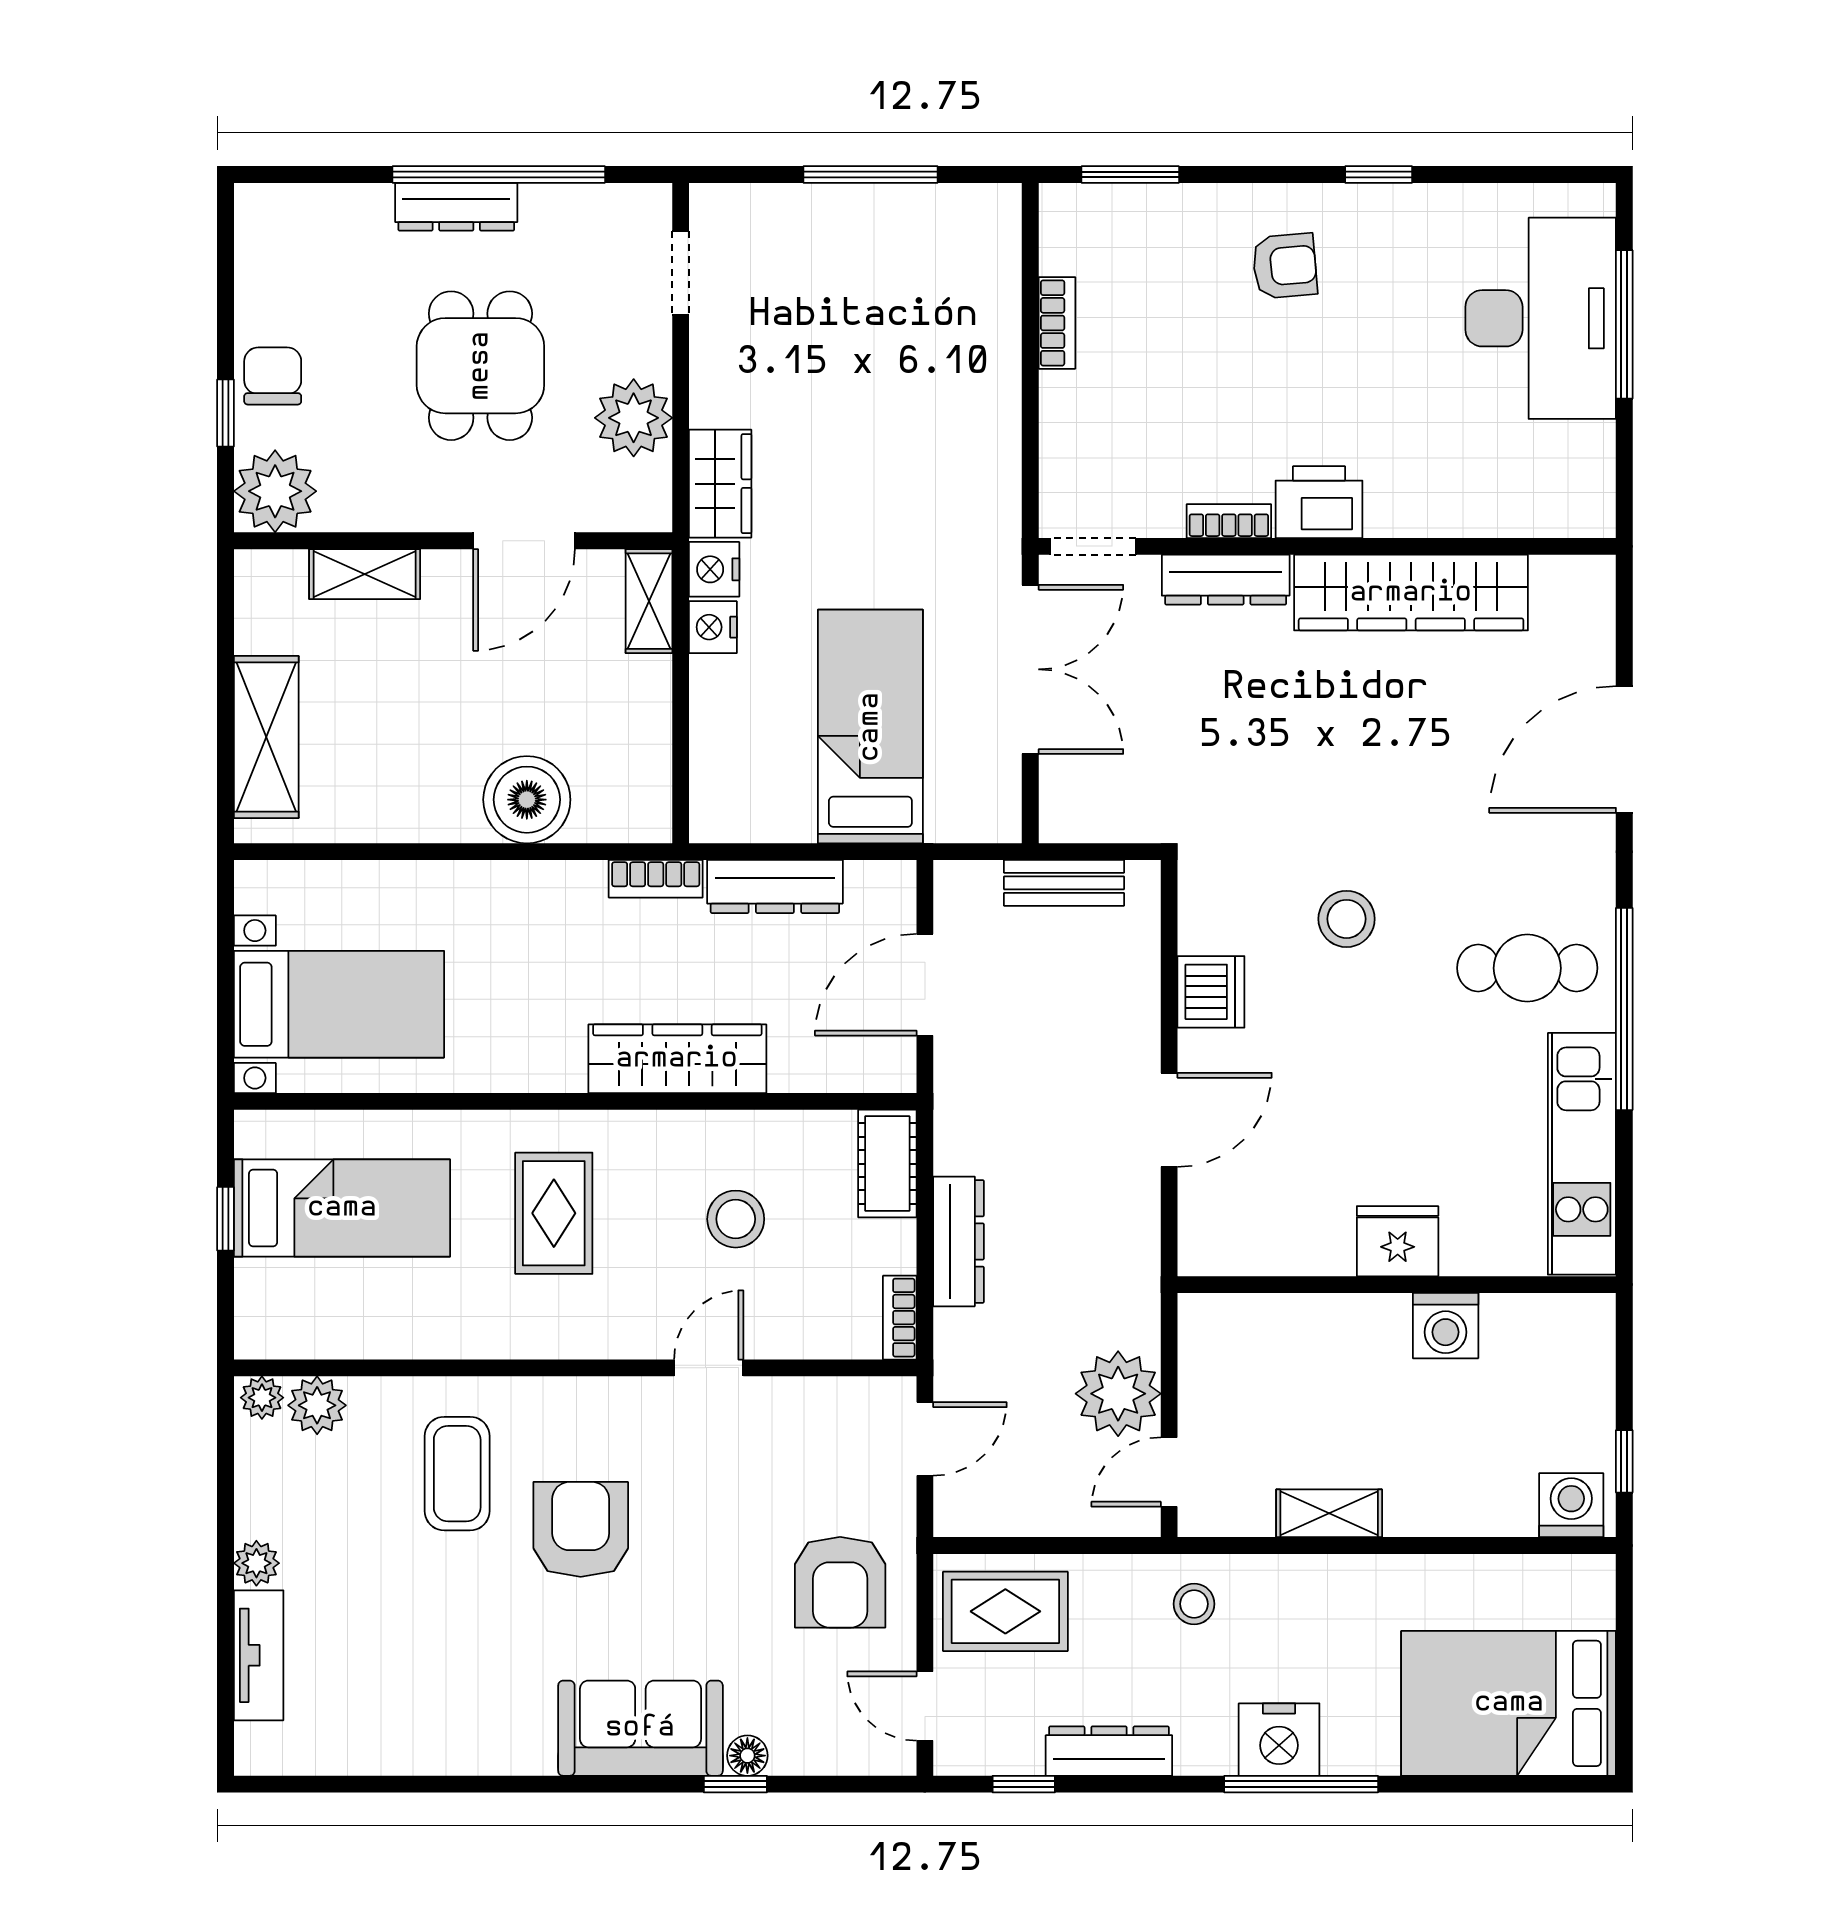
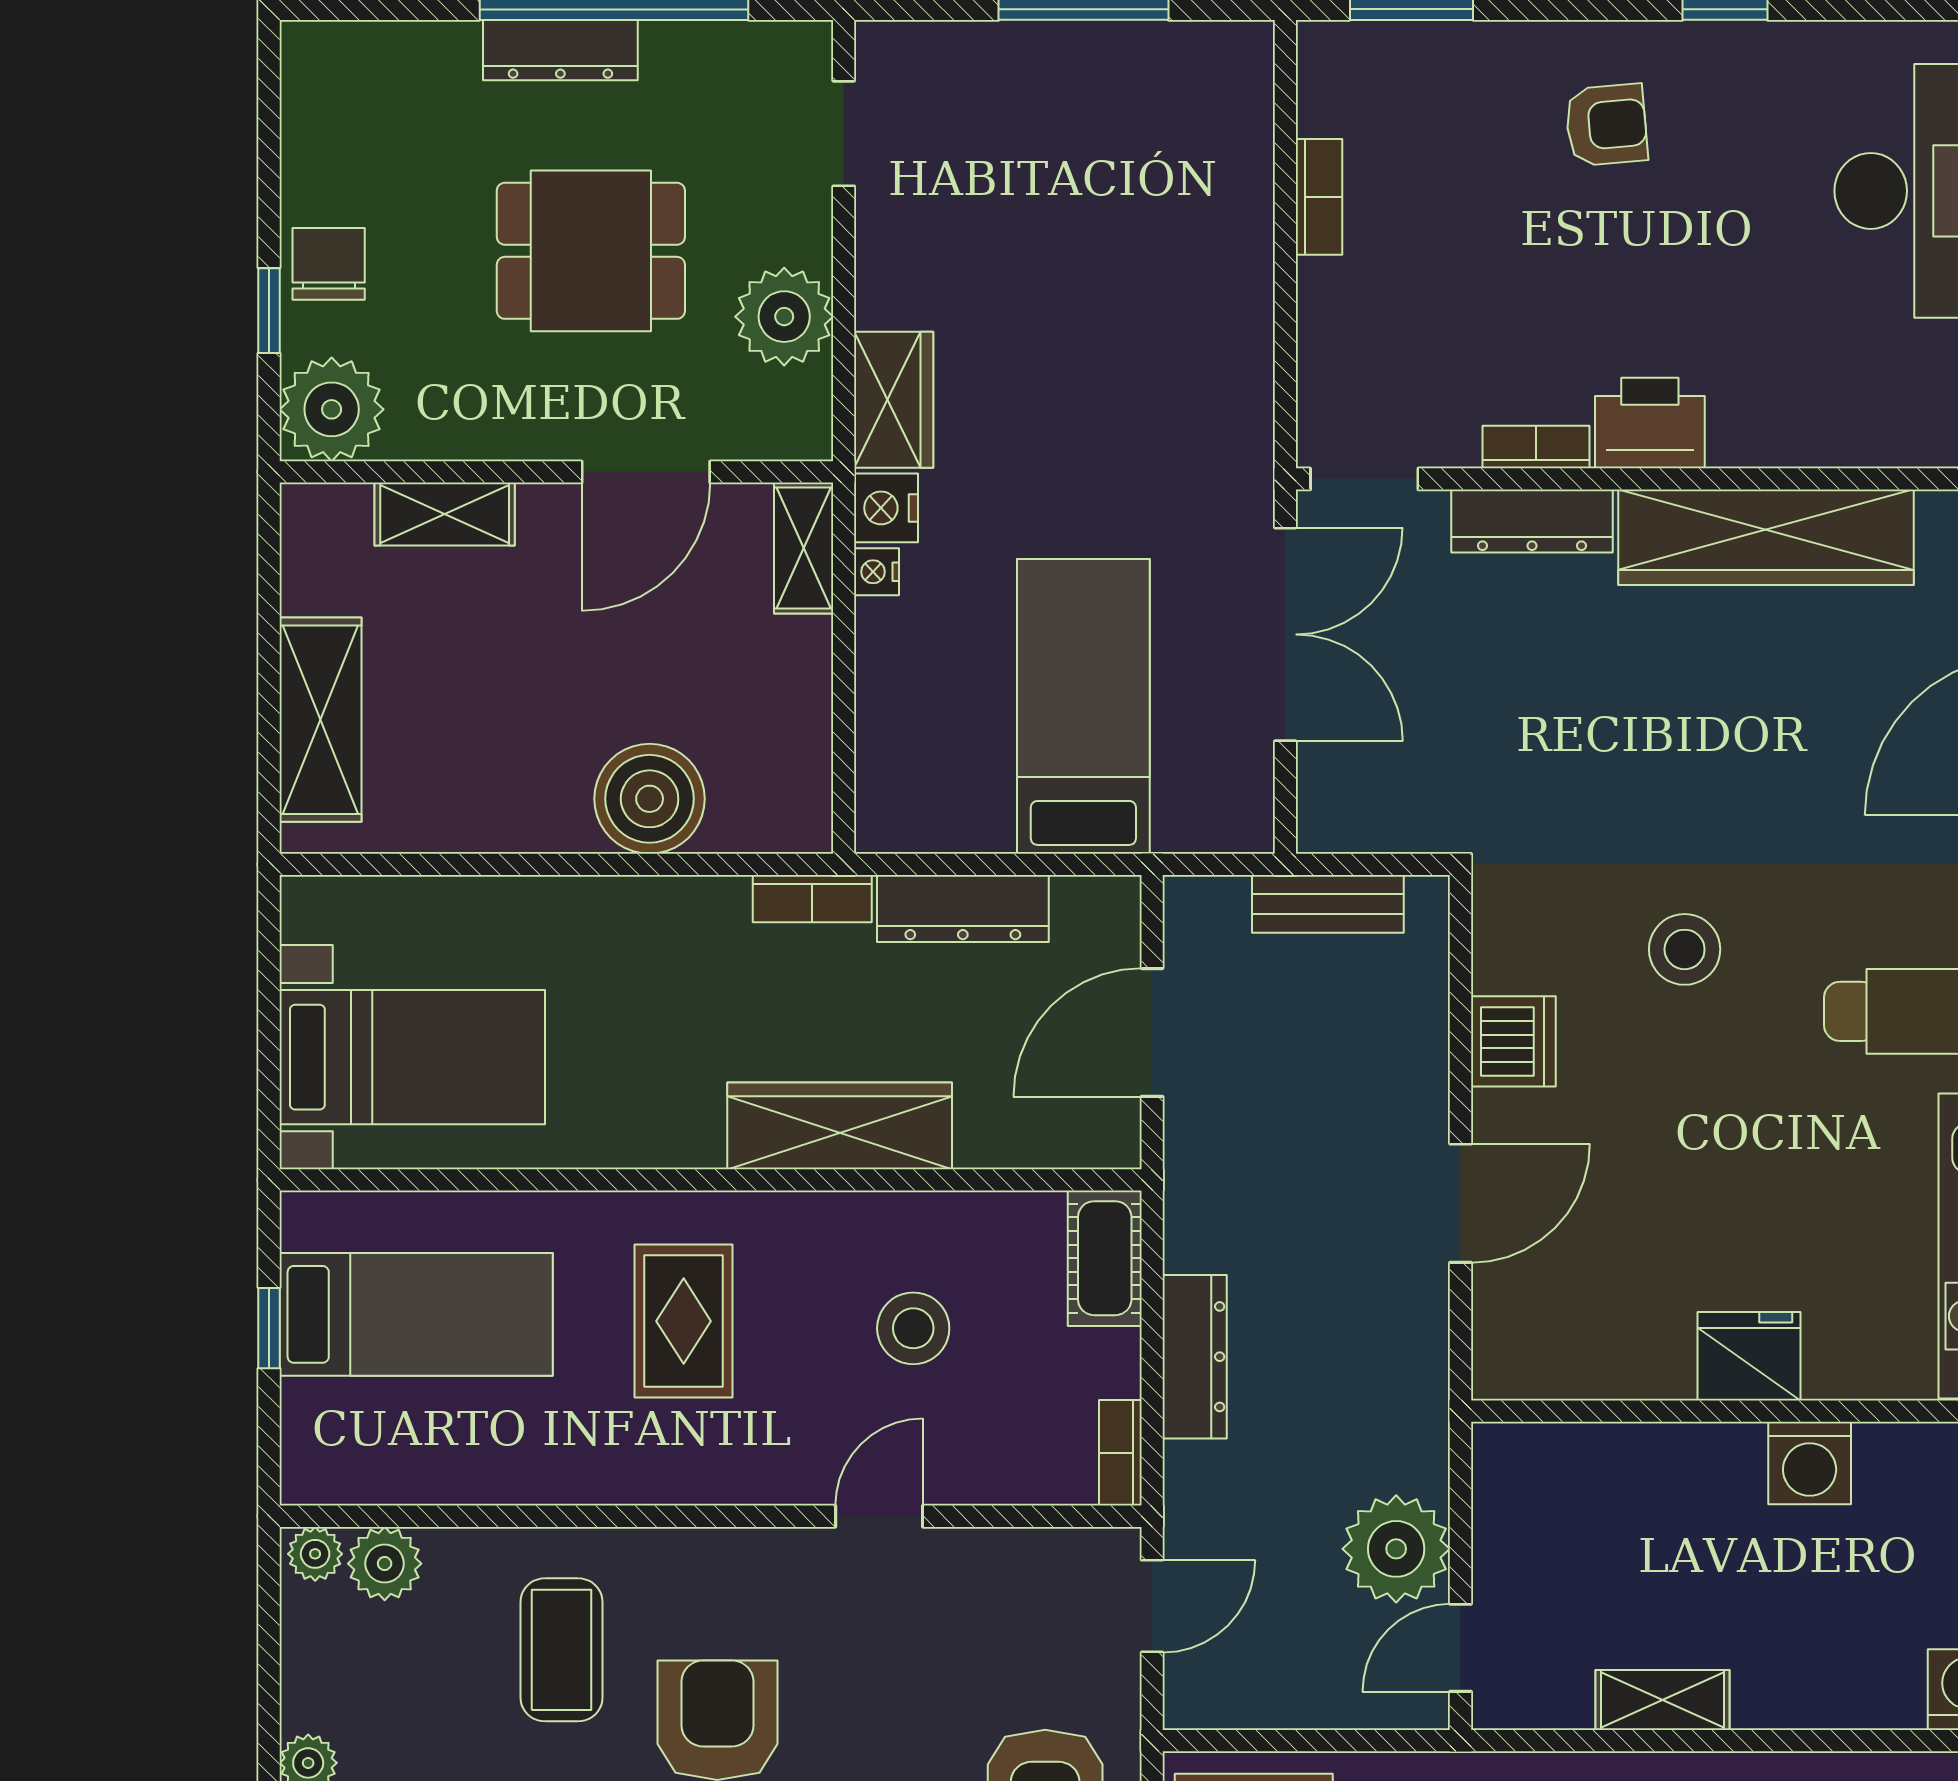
dining table: (480, 366) -> (591, 251), turned 90
nightstand: (713, 627) -> (877, 572), width x0.72, depth x0.74

